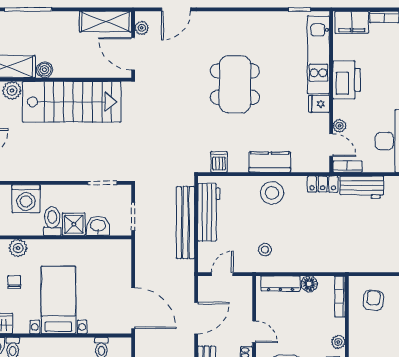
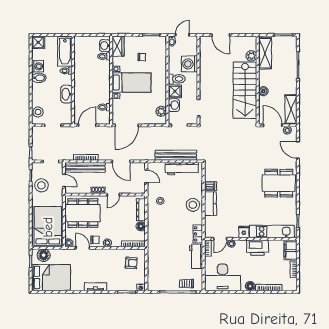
door: (133, 54) -> (273, 125), hinge flipped
boiler: (44, 70) -> (263, 91), moved
dining table: (235, 84) -> (279, 183), moved
dishwasher: (219, 162) -> (211, 186), moved
plant: (18, 248) -> (161, 111), moved

